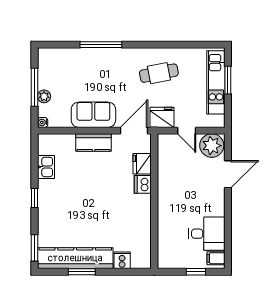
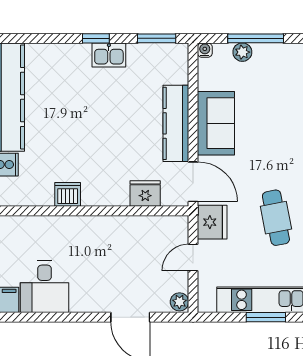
kitchen counter: (93, 143) -> (176, 123), width x1.50
plant: (212, 146) -> (179, 302), width x0.53, depth x0.53
kitchen sink: (46, 167) -> (109, 55), moved
dishwasher: (143, 184) -> (68, 194), moved
window: (34, 248) -> (157, 38), moved

